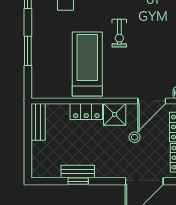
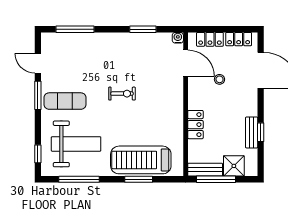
treadmill: (87, 64) -> (141, 160), moved
shower: (115, 114) -> (234, 166), moved
window: (28, 134) -> (216, 179), added

